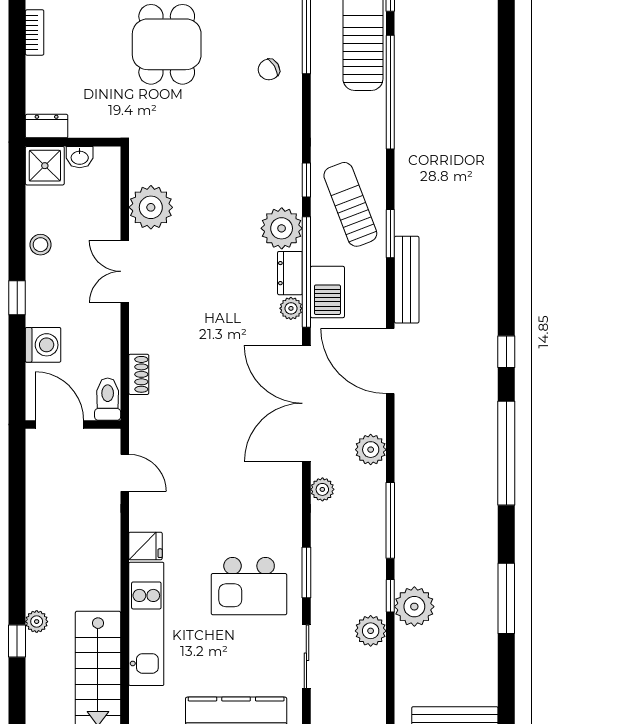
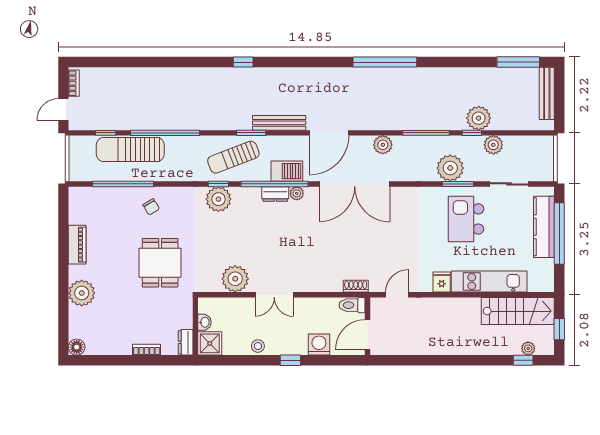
bookcase: (35, 32) -> (147, 350), moved
dining table: (167, 44) -> (160, 263), moved, turned 90
plant: (282, 228) -> (218, 199), moved
window: (506, 352) -> (243, 62), moved
shoe rack: (139, 374) -> (356, 286), moved
plant: (322, 489) -> (450, 168), moved, width x1.87, depth x1.87
kitchen island: (249, 586) -> (466, 219), turned 180
window: (506, 598) -> (518, 62), moved
plant: (37, 622) -> (528, 348), moved
window: (17, 641) -> (523, 360), moved

